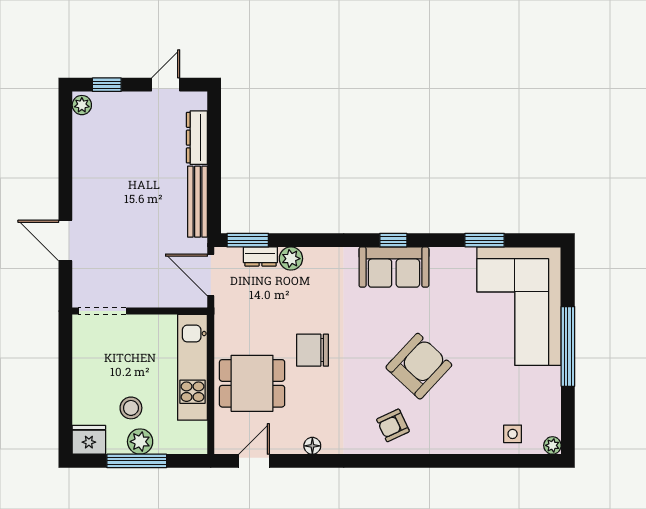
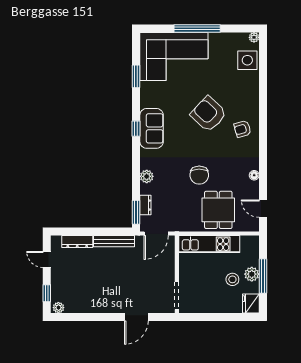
plant: (291, 259) -> (147, 176), moved
armchair: (393, 425) -> (242, 129), turned 99
side table: (513, 434) -> (247, 60), width x1.87, depth x1.87

